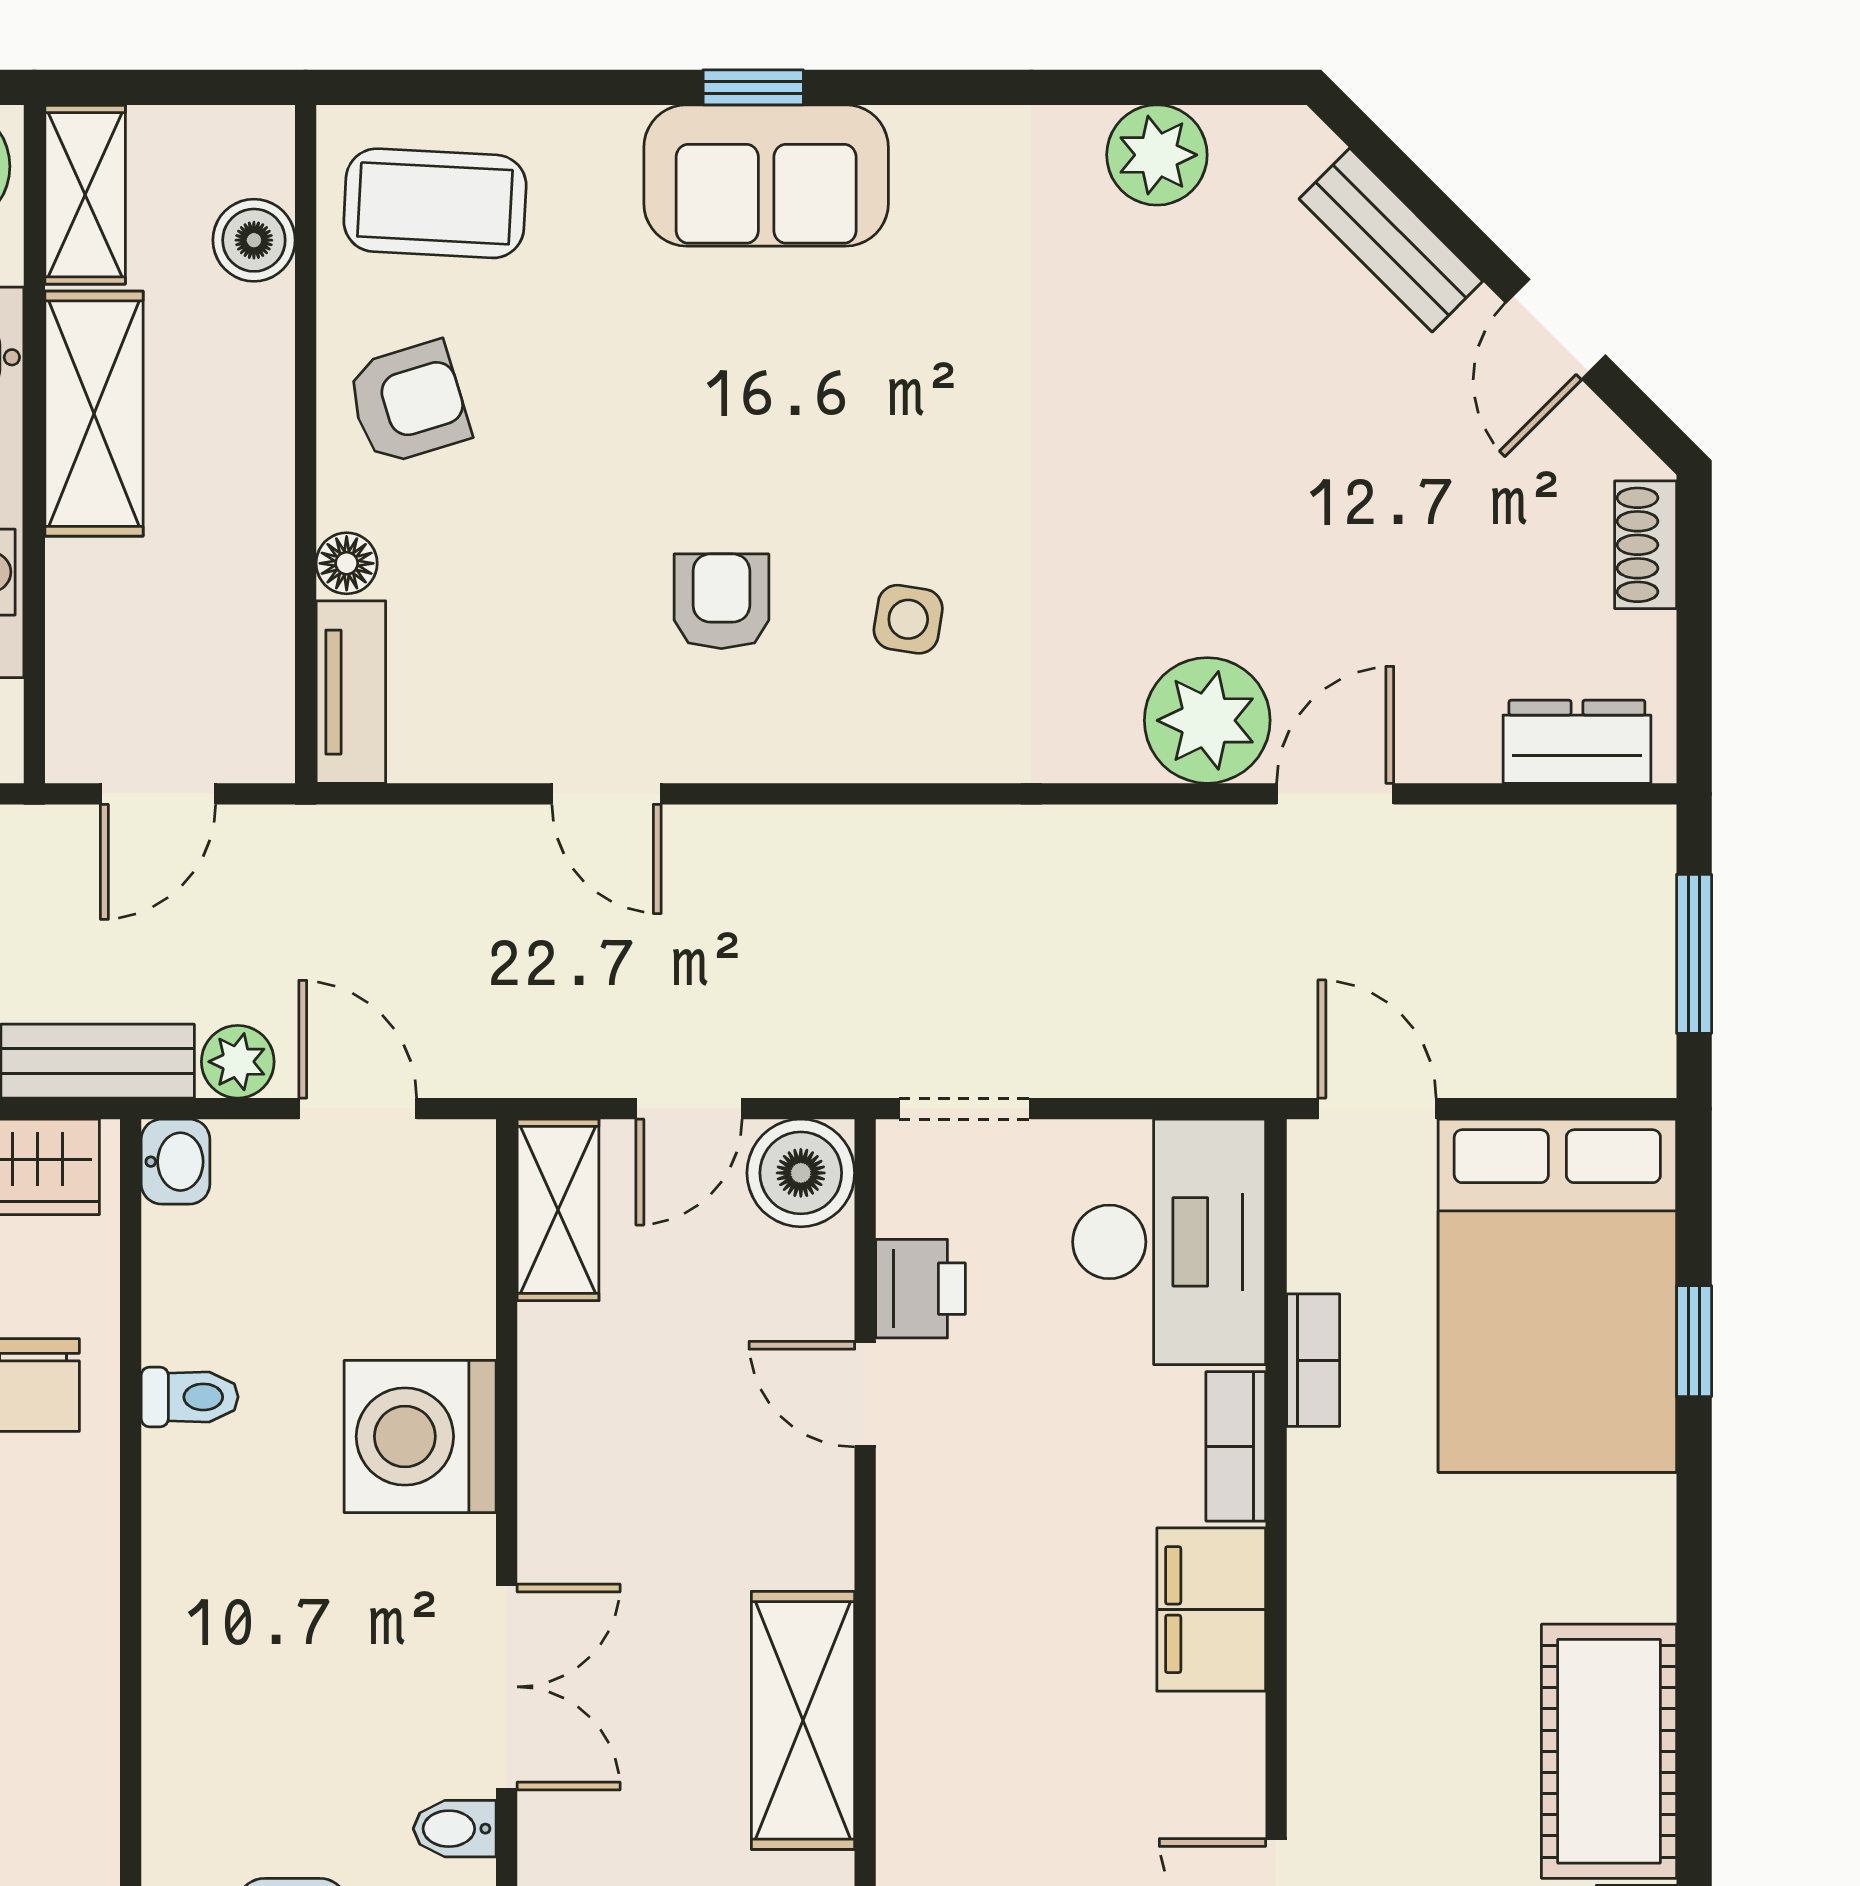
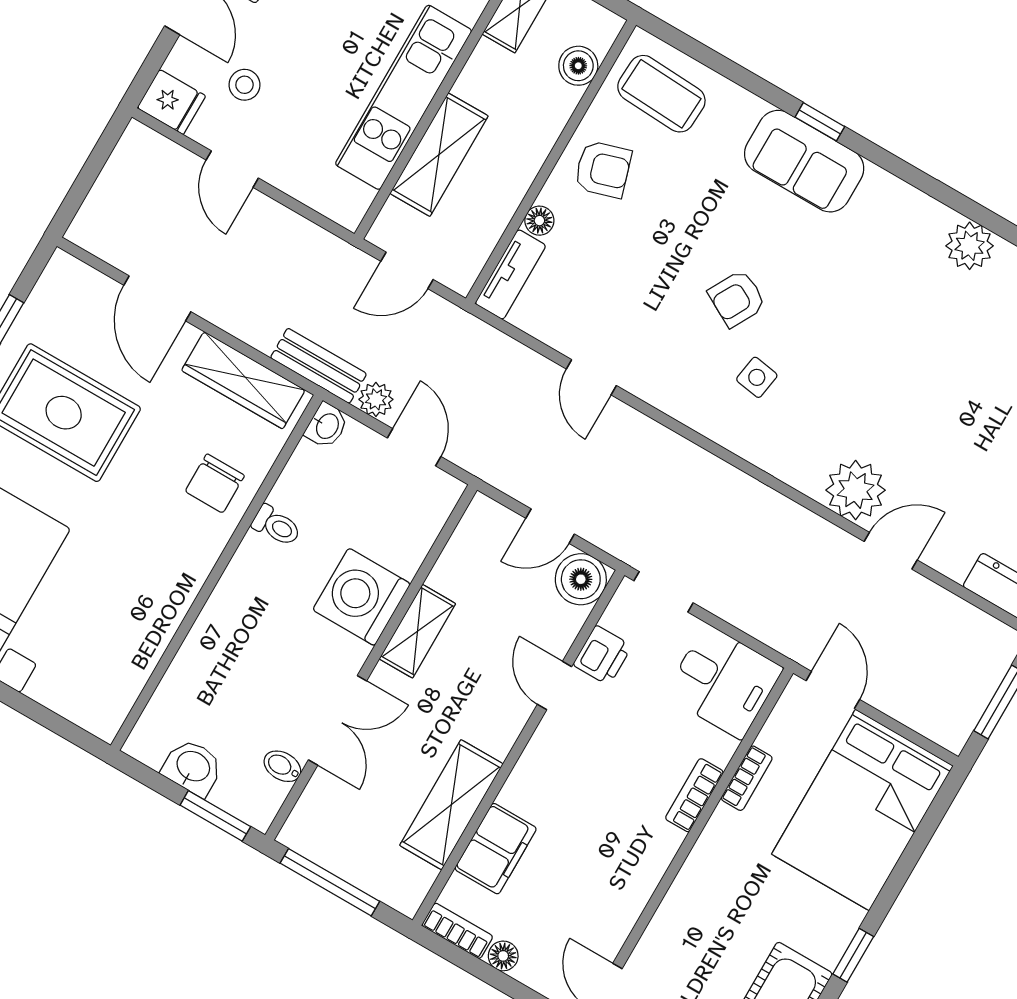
shelving: (94, 414) -> (439, 155), moved
armchair: (721, 601) -> (737, 299), moved, turned -151
shelving: (558, 1210) -> (417, 631), moved
desk: (1169, 1242) -> (724, 682), width x0.73
window: (1694, 1341) -> (853, 955), moved
filing cabinet: (1211, 1610) -> (496, 849), moved, turned 180

